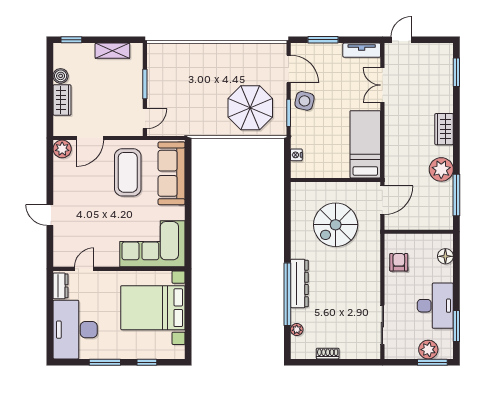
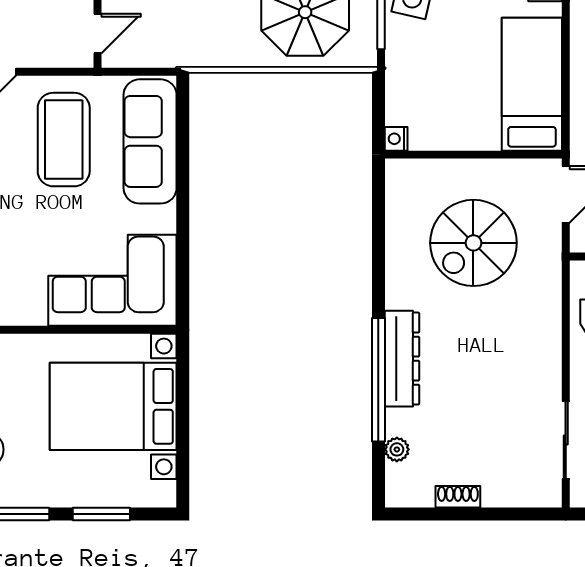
nightstand: (296, 155) -> (396, 139), moved
window: (147, 362) -> (101, 514), width x1.50

